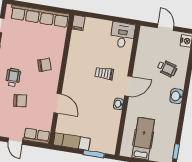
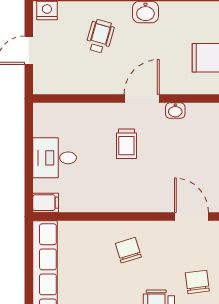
desk: (123, 35) -> (55, 158), moved
door: (128, 86) -> (142, 99), hinge flipped
door: (57, 103) -> (192, 217), hinge flipped

